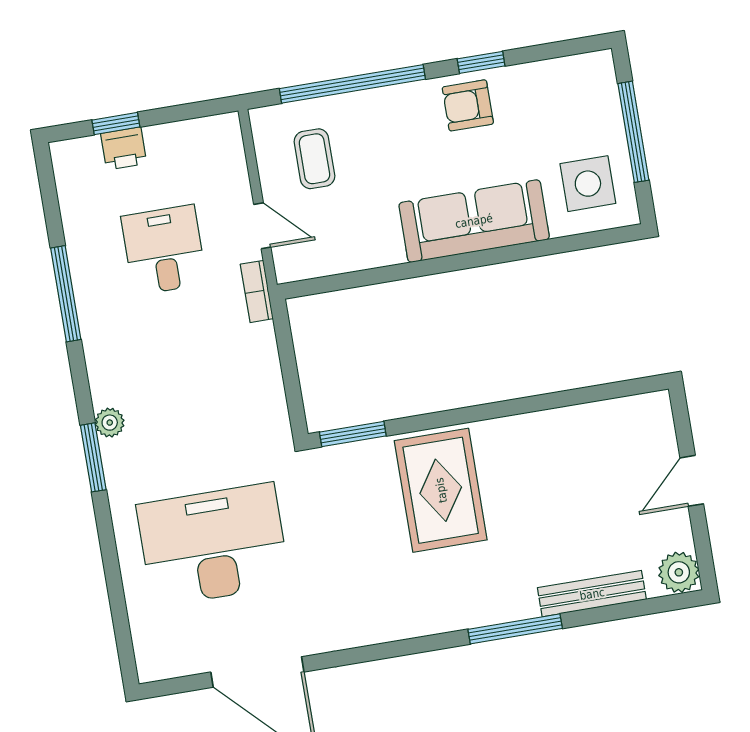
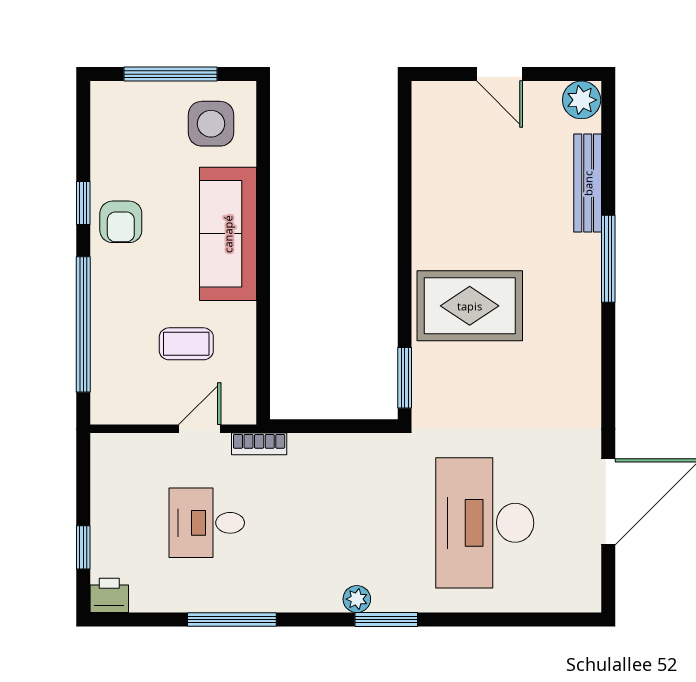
printer: (124, 148) -> (109, 595), moved, turned -90
coffee table: (314, 159) -> (186, 344), moved

